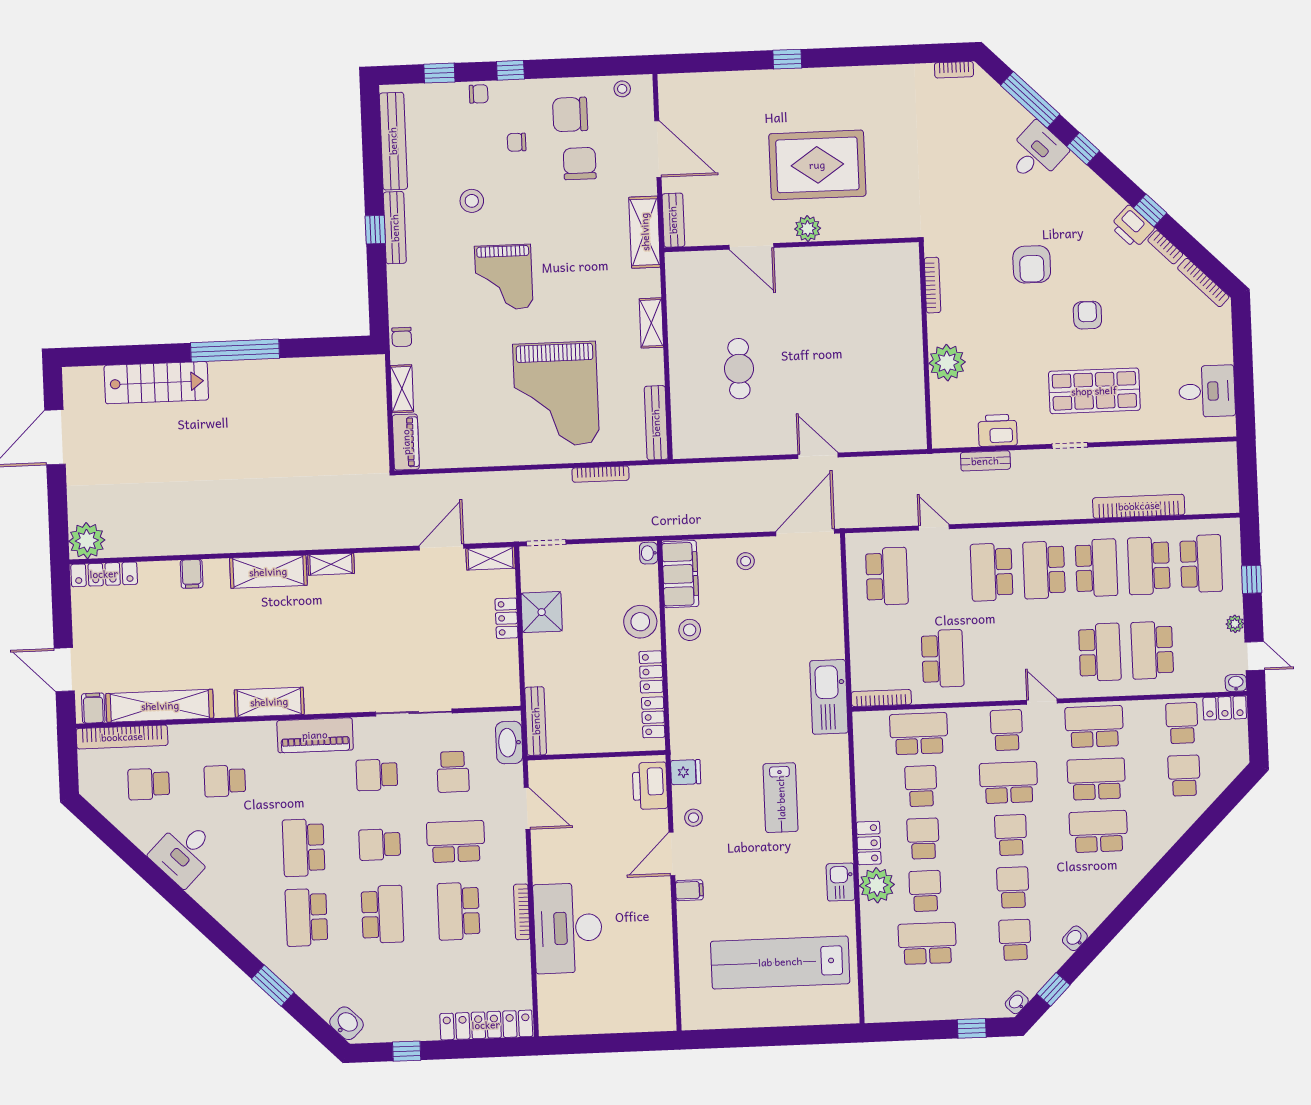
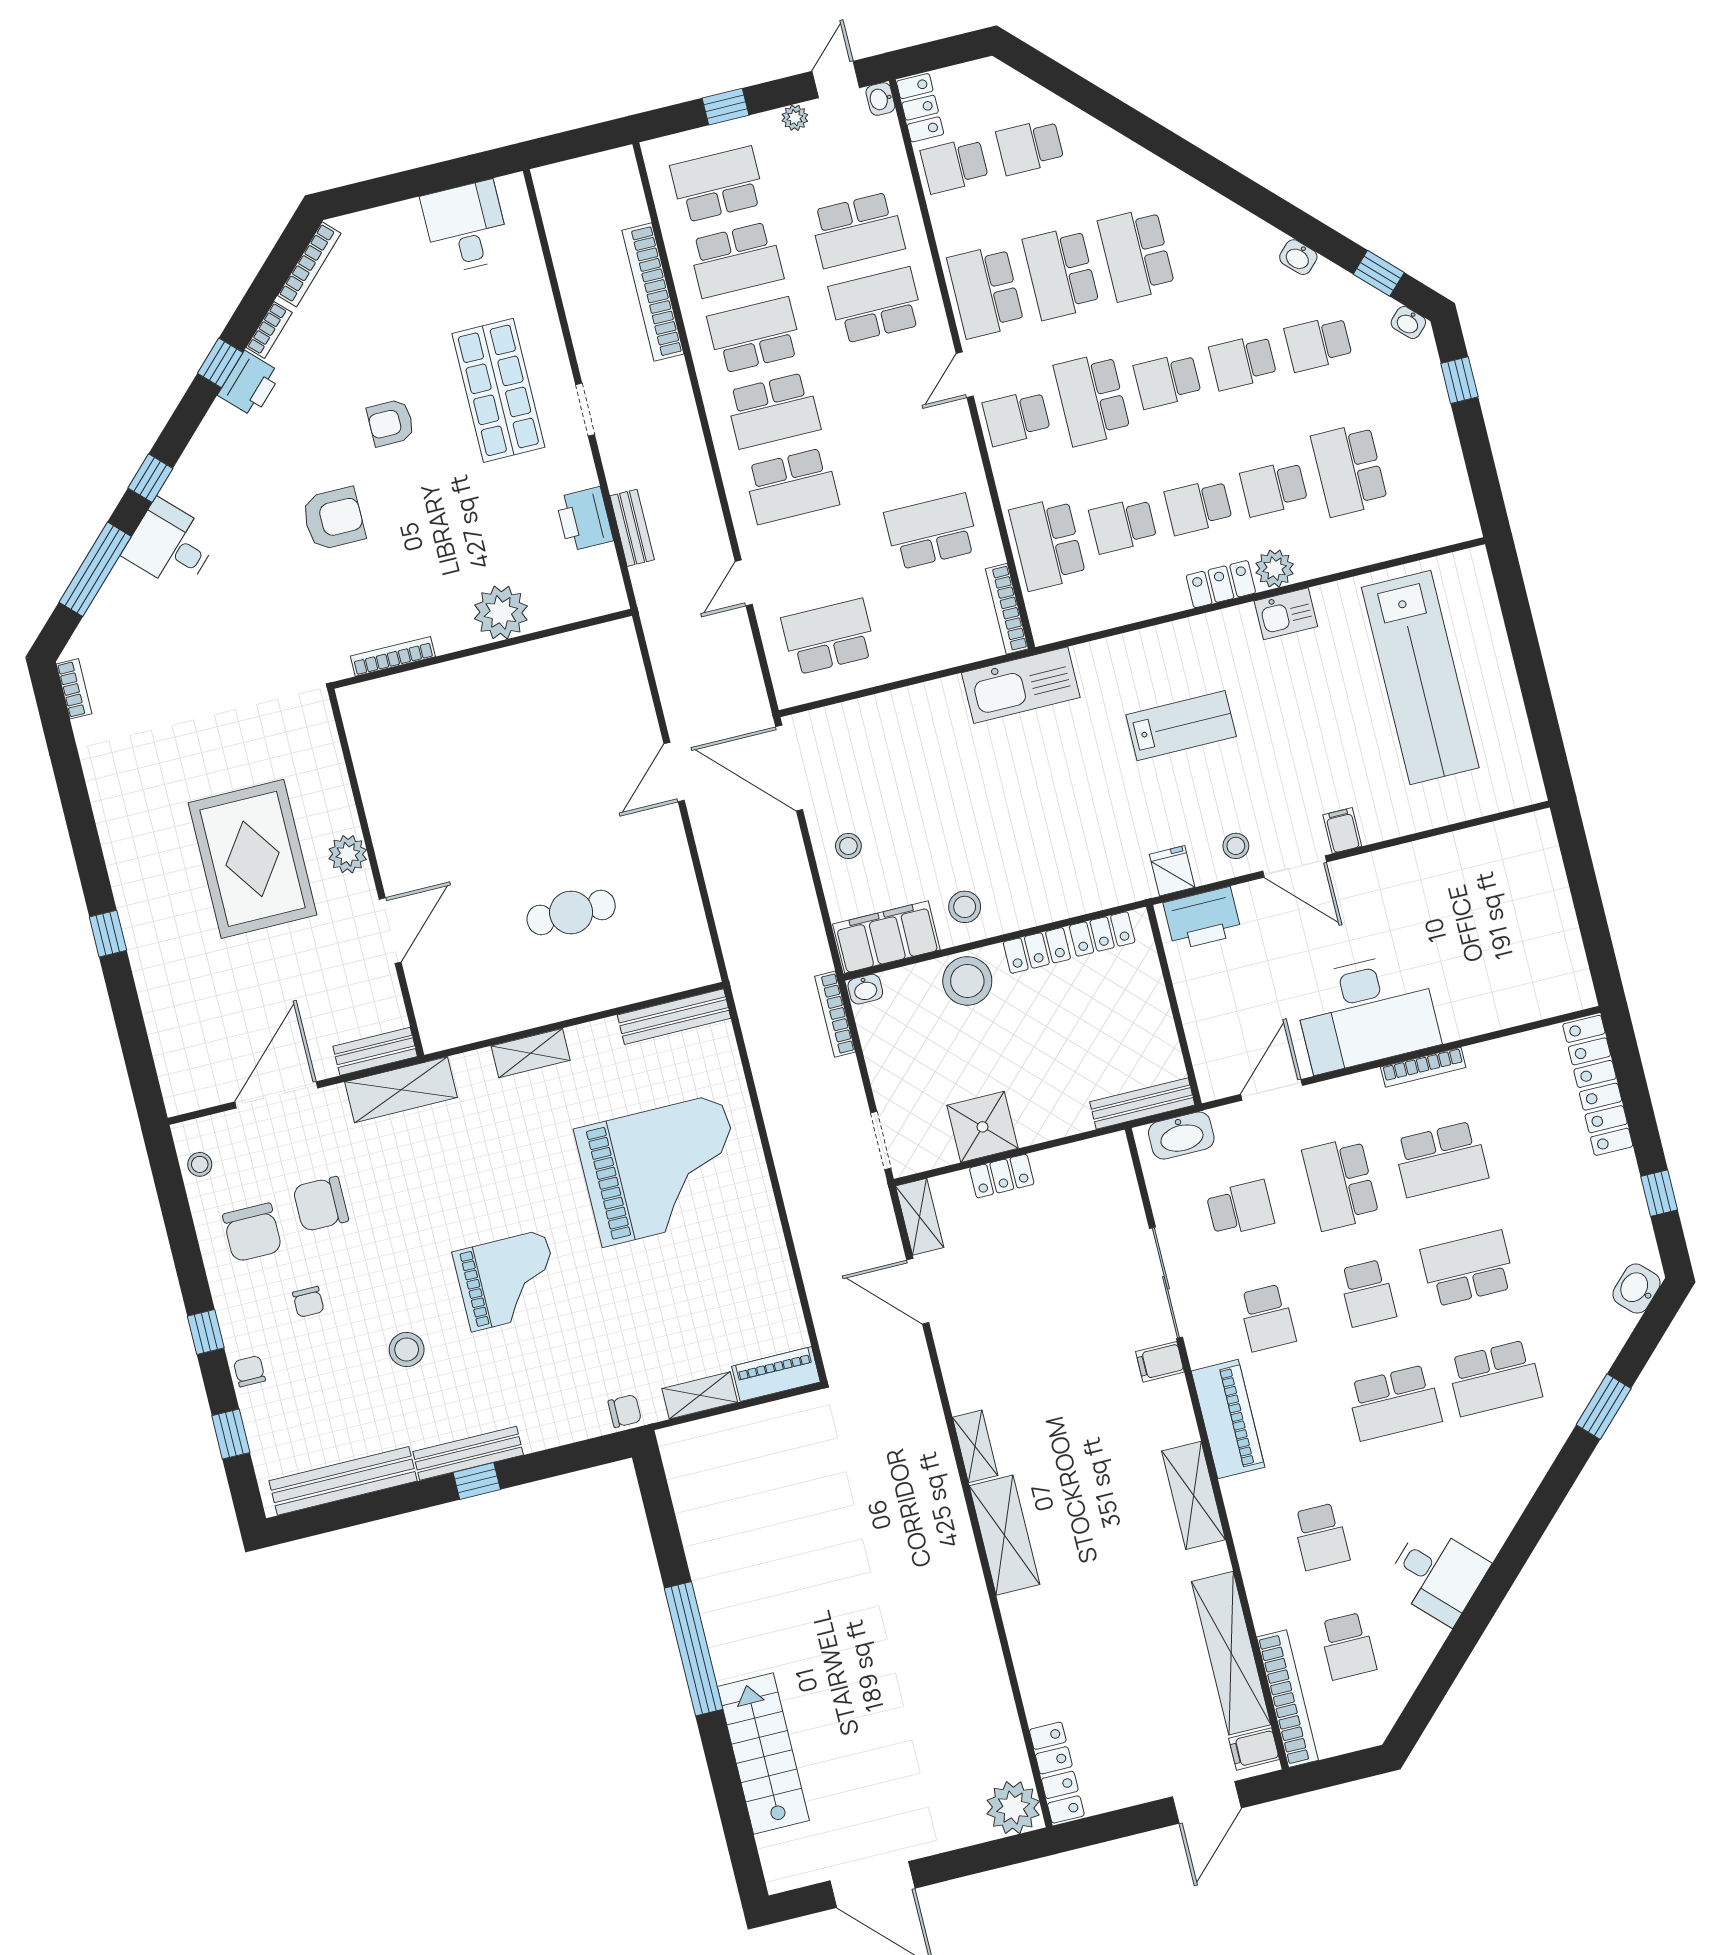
bookcase: (601, 474) -> (835, 1014), moved, turned 180
filing cabinet: (192, 574) -> (1160, 1362), moved, turned 180
plant: (877, 885) -> (1275, 569), width x0.73, depth x0.73
desk: (568, 928) -> (1366, 1012), moved

